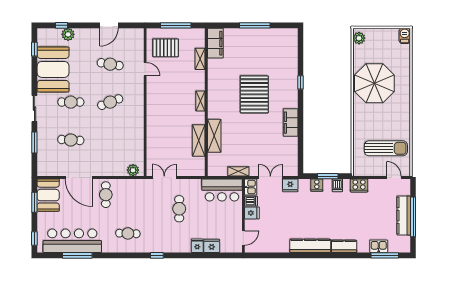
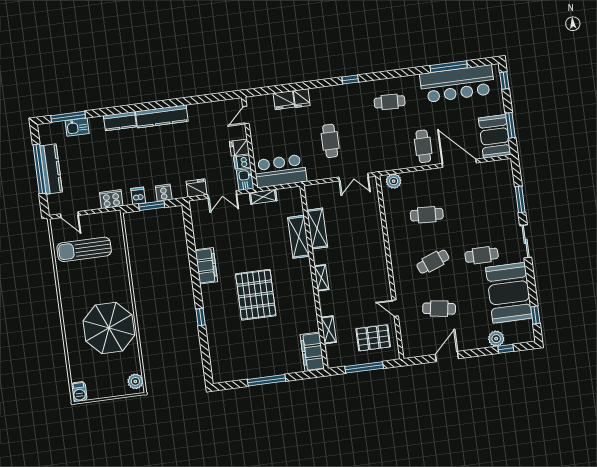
cafe table: (71, 140) -> (427, 215), moved

